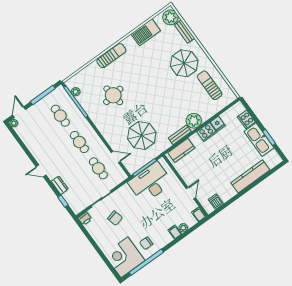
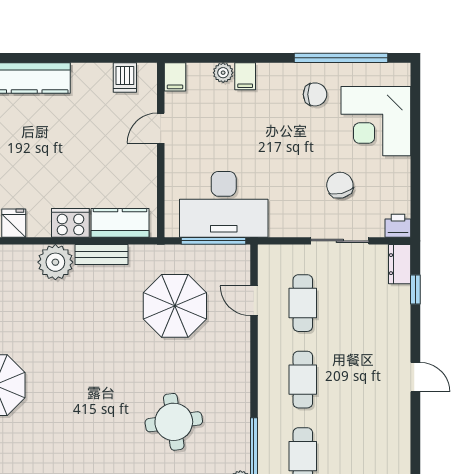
cooker: (207, 132) -> (70, 223), moved
dresser: (60, 185) -> (400, 264), moved
corner desk: (124, 257) -> (376, 121), moved, turned 90

